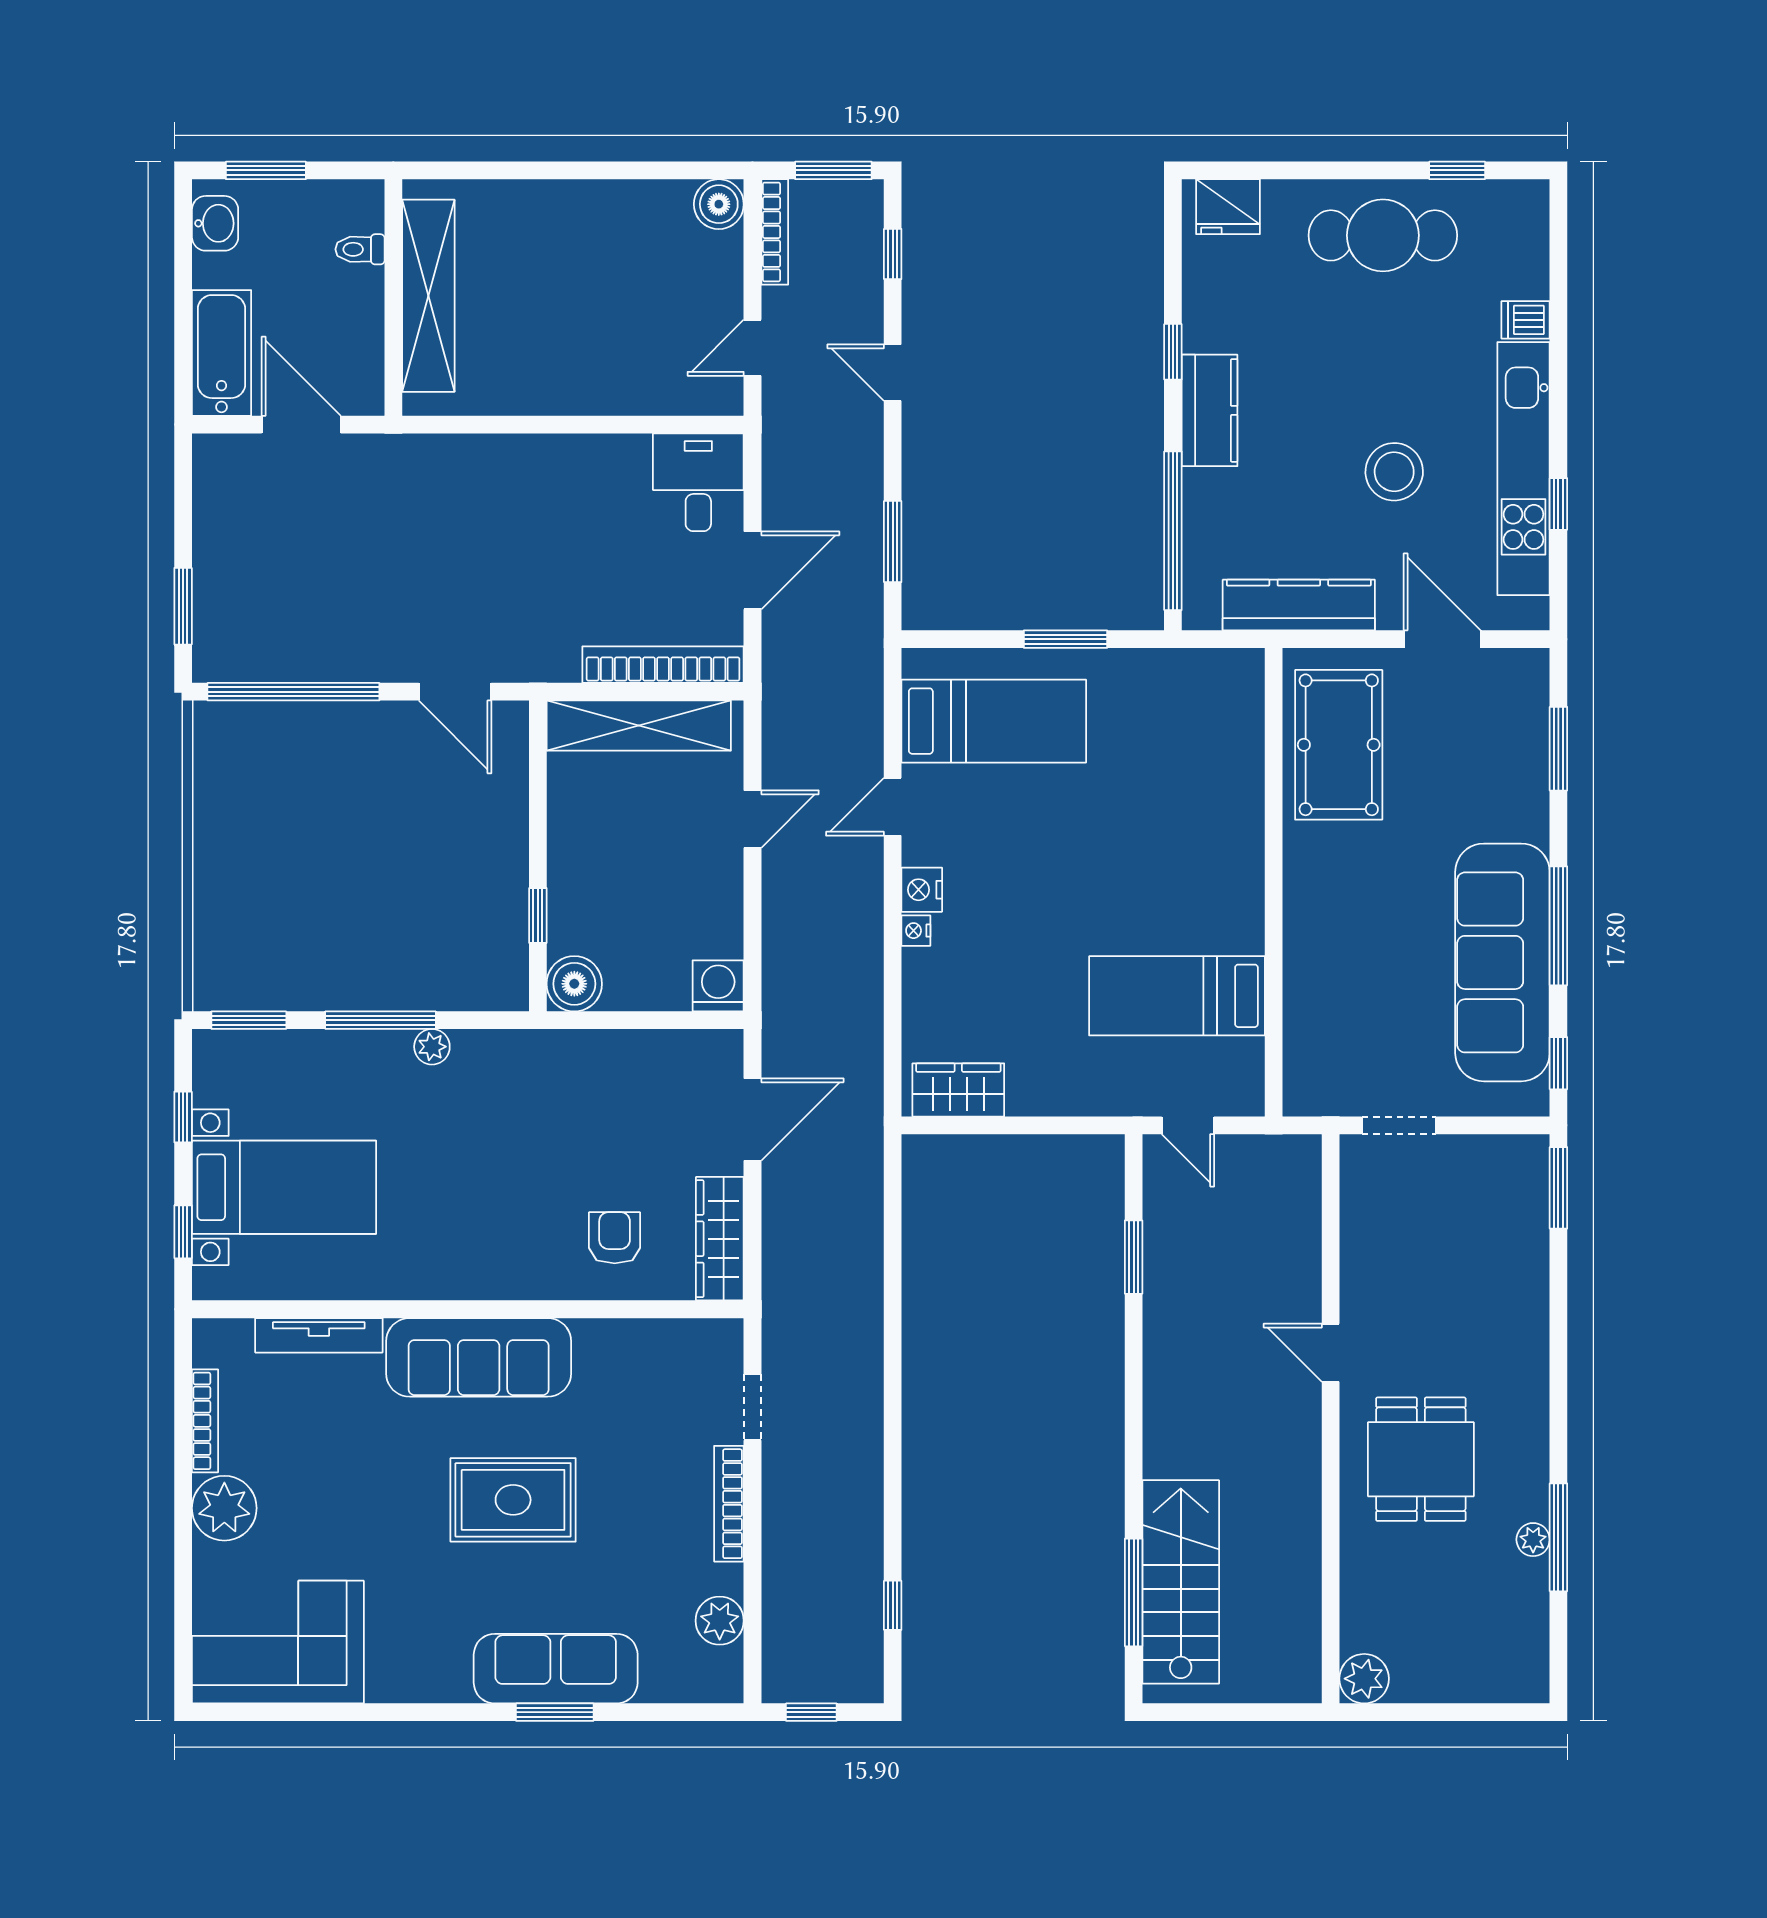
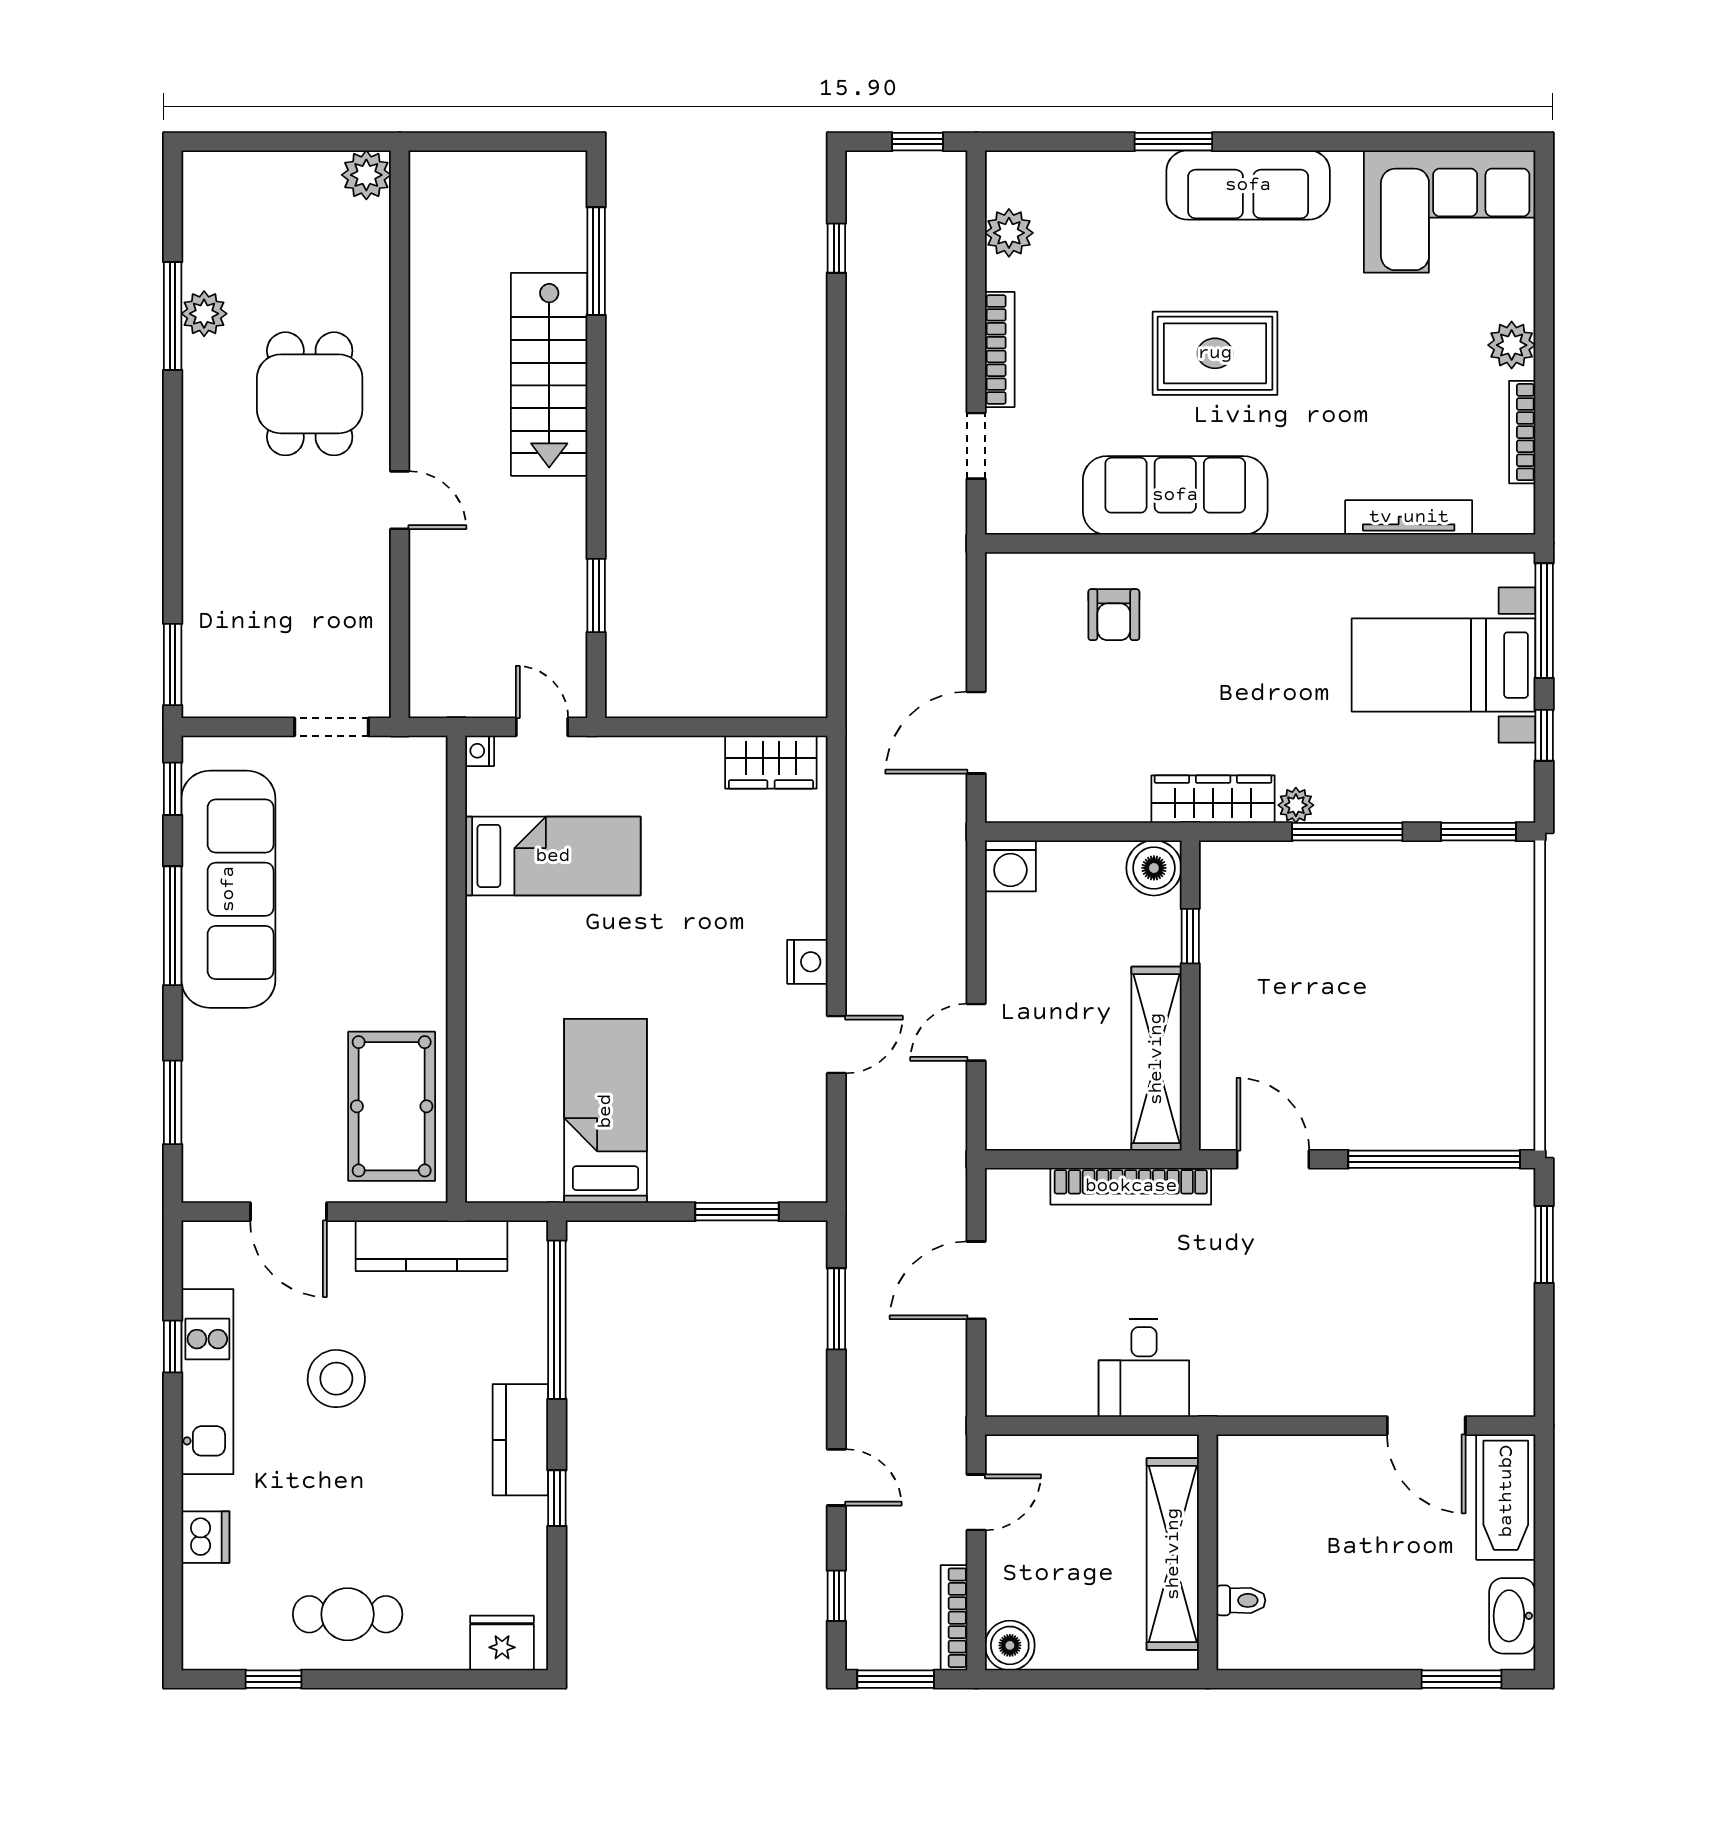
washbasin: (215, 223) -> (1512, 1616), width x1.38
cafe table: (1383, 235) -> (348, 1614), width x0.73, depth x0.74
toilet: (360, 249) -> (1241, 1600), moved
shelving: (428, 296) -> (1173, 1554), moved
wall: (393, 297) -> (1208, 1552), moved
dishwasher: (1525, 320) -> (205, 1537), width x1.38
kitchen unit: (1523, 469) -> (207, 1382), width x0.73
desk: (698, 482) -> (1144, 1368), moved
window: (1065, 639) -> (737, 1212), moved
bookcase: (663, 665) -> (1131, 1186), moved
bed: (994, 721) -> (605, 1111), moved, turned 90
shelving: (639, 726) -> (1156, 1059), moved, turned 90
nightstand: (916, 931) -> (480, 751), moved, turned 180
window: (183, 1232) -> (1544, 621), width x2.17
wardrobe: (720, 1239) -> (1213, 799), moved, turned -90
sofa: (479, 1357) -> (1175, 495), moved
plant: (224, 1508) -> (1512, 345), width x0.73, depth x0.73
plant: (1533, 1540) -> (204, 314), width x1.38, depth x1.38
stairs: (1181, 1582) -> (549, 374), moved
sofa: (556, 1669) -> (1248, 185), moved

